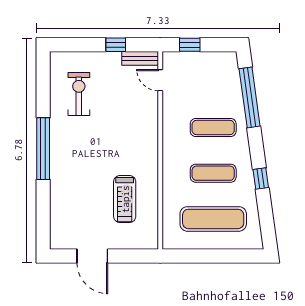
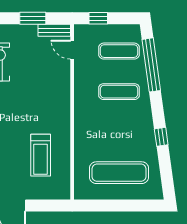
window: (116, 45) -> (33, 18), width x1.50
exercise mat: (213, 173) -> (119, 51), moved

